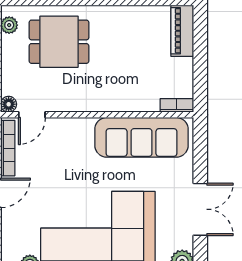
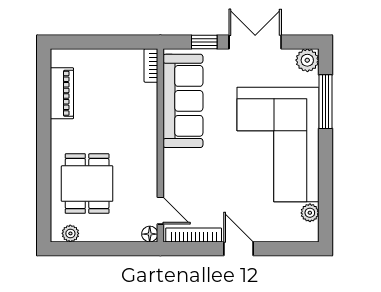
piano: (182, 31) -> (62, 93), moved, turned -90
window: (200, 159) -> (204, 42), added

